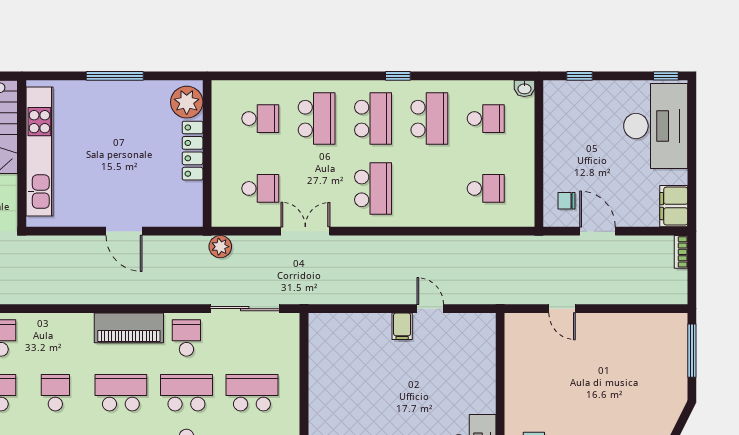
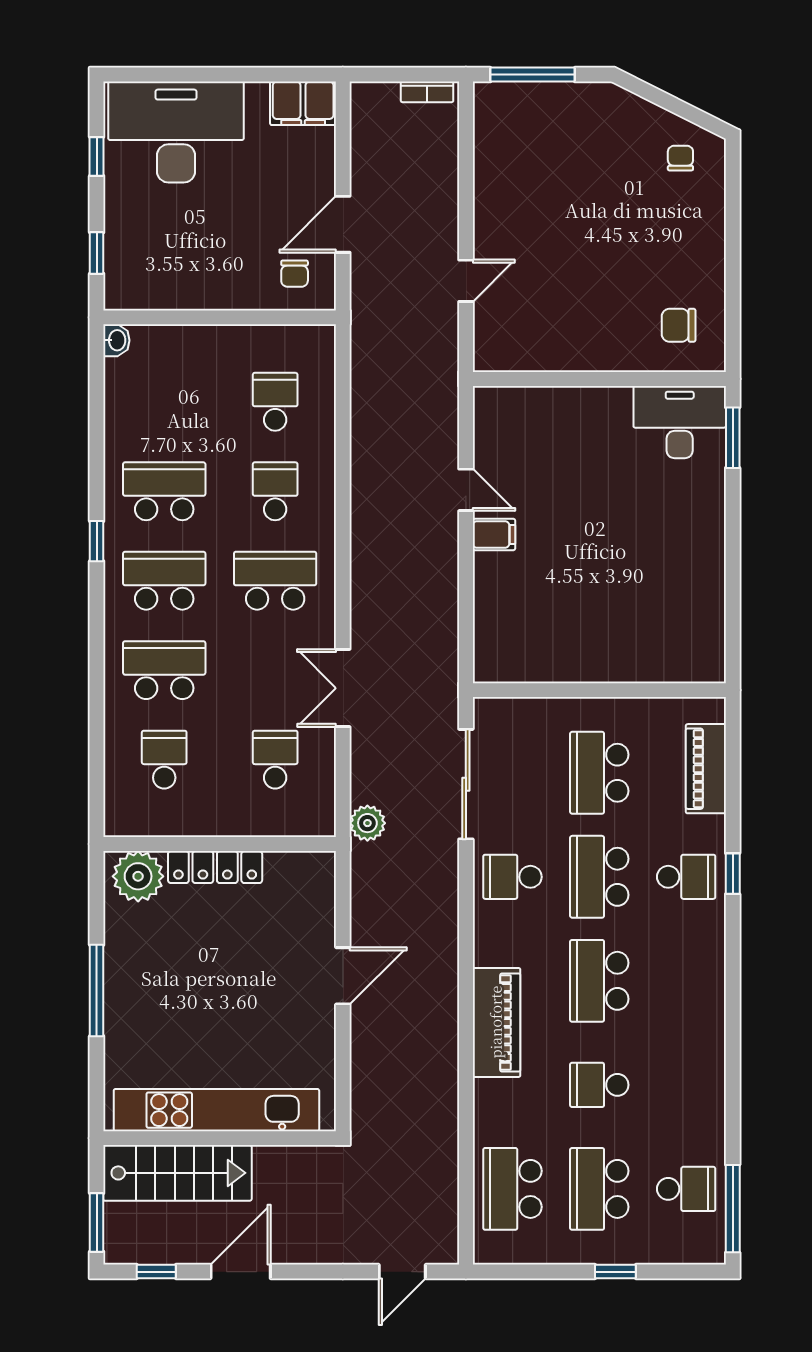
window: (666, 76) -> (97, 156), moved
school desk: (486, 119) -> (275, 491), moved
bookcase: (681, 252) -> (427, 92), moved
door: (430, 309) -> (466, 490), swing flipped
piano: (129, 328) -> (496, 1022), moved

